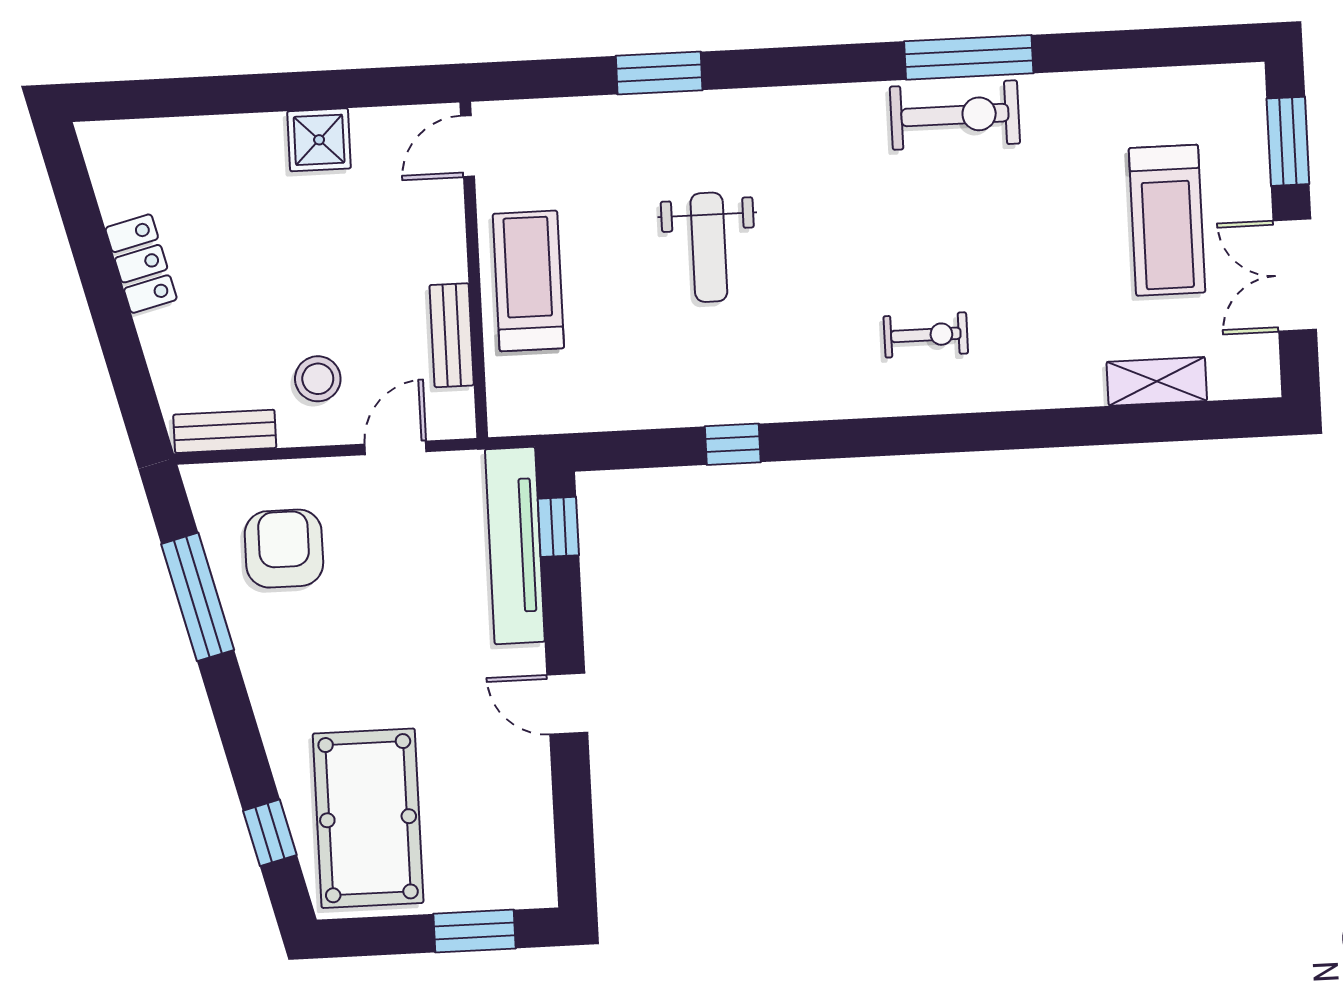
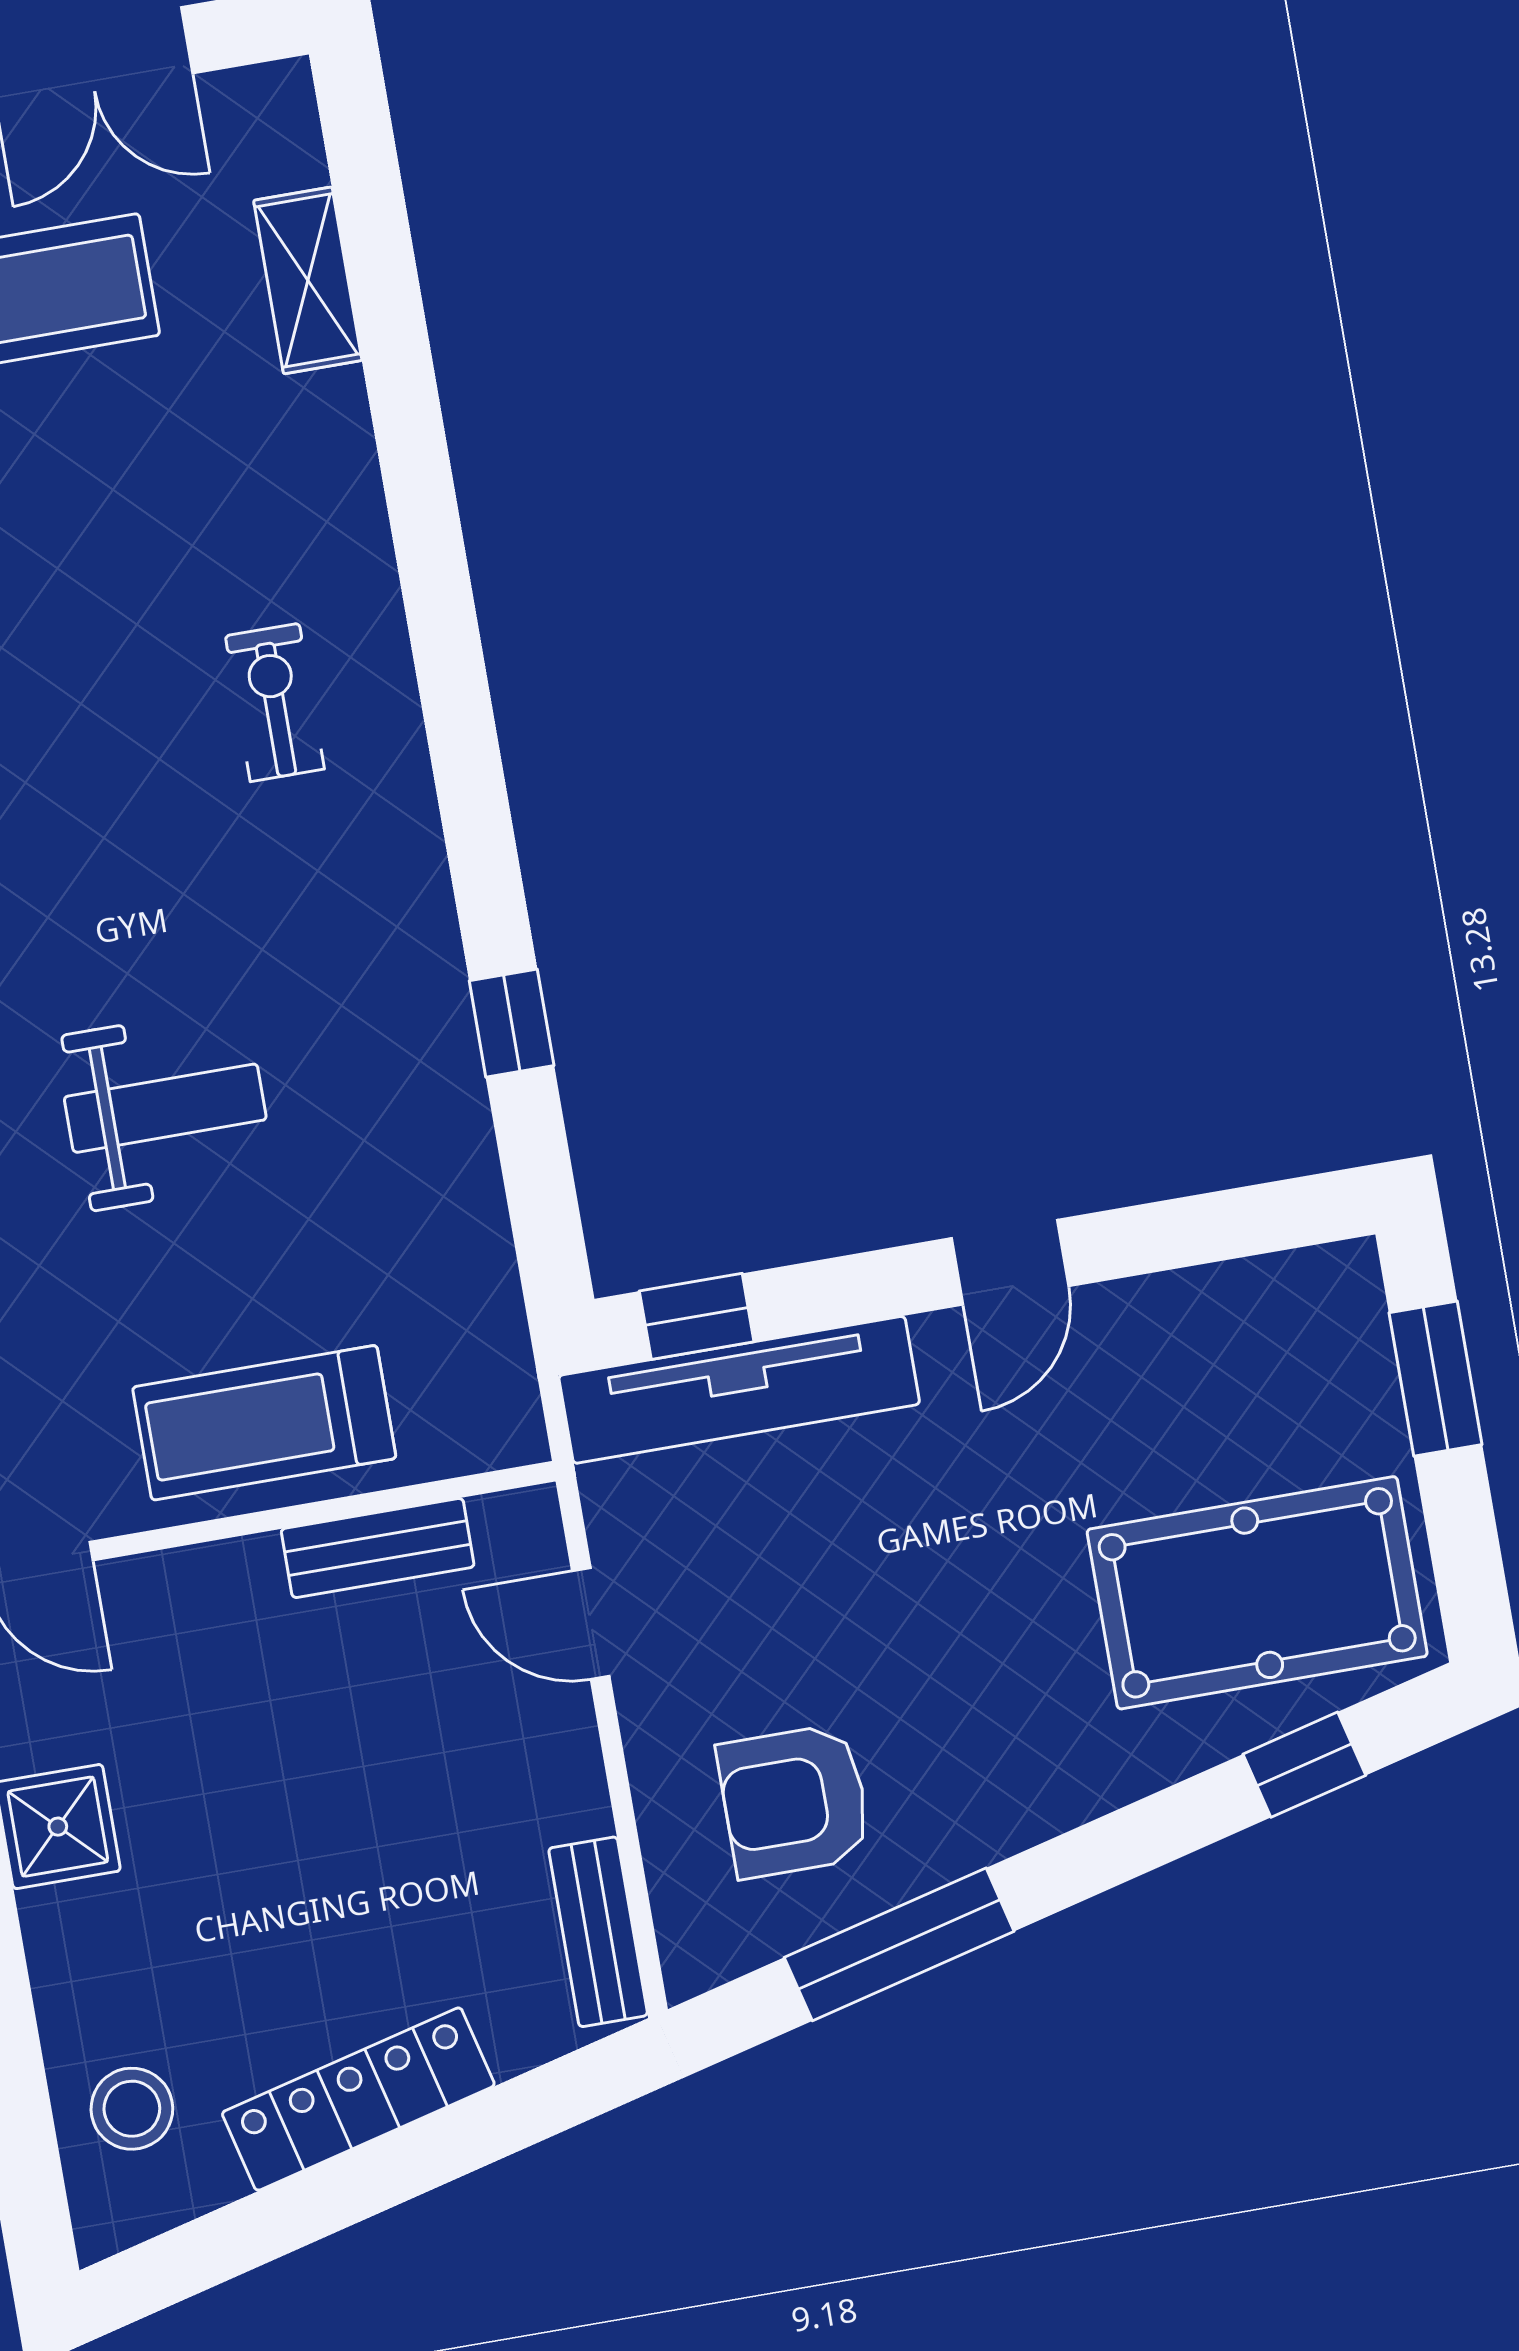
locker: (141, 264) -> (358, 2099), width x1.53
stool: (318, 379) -> (132, 2109), moved

